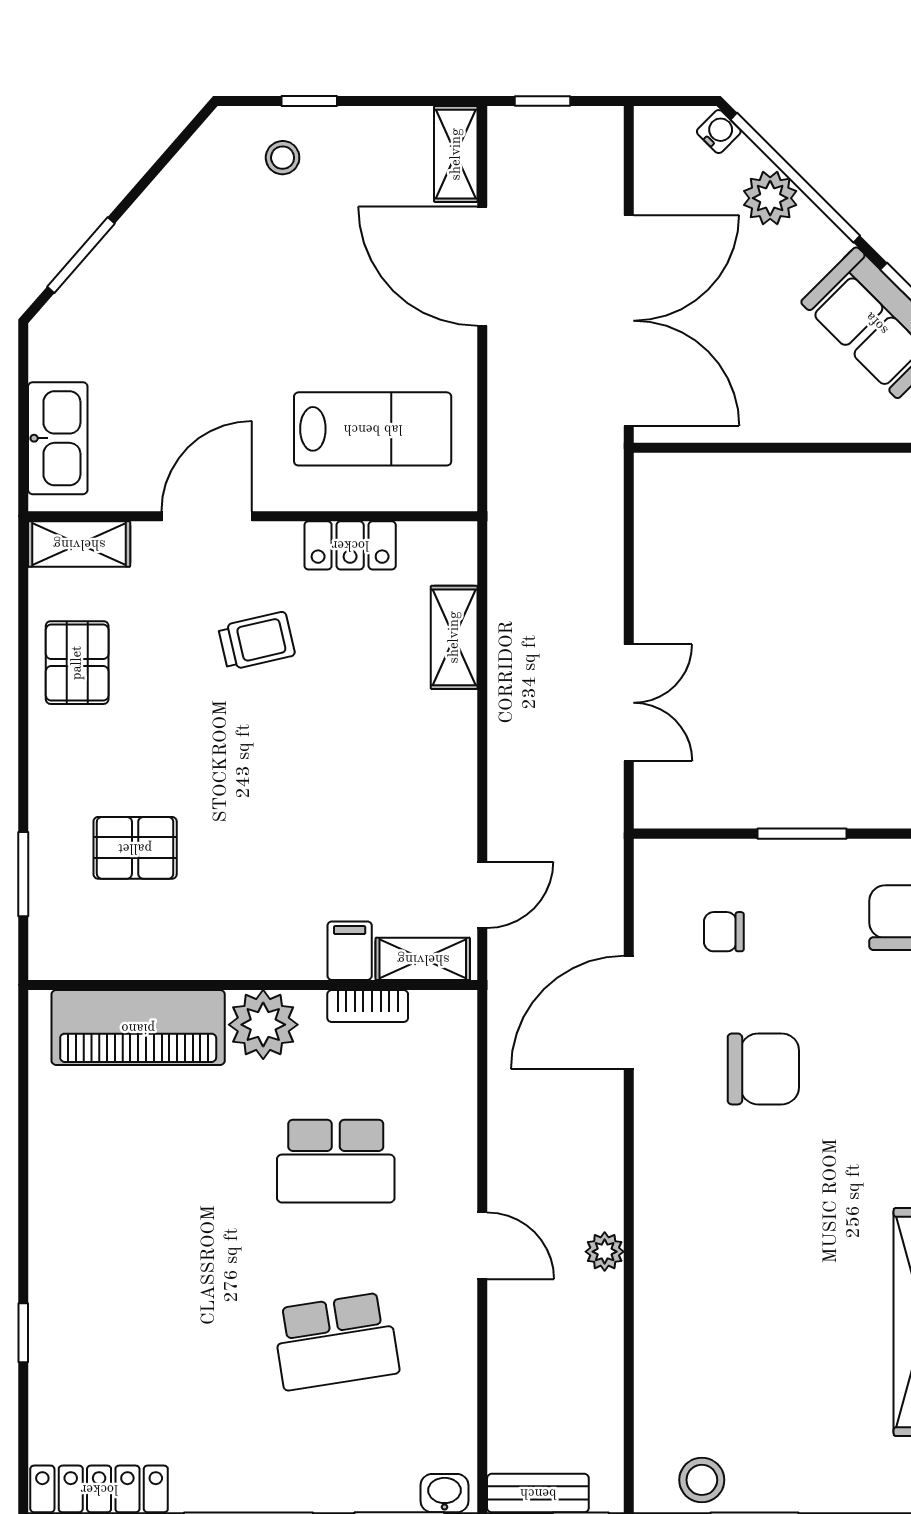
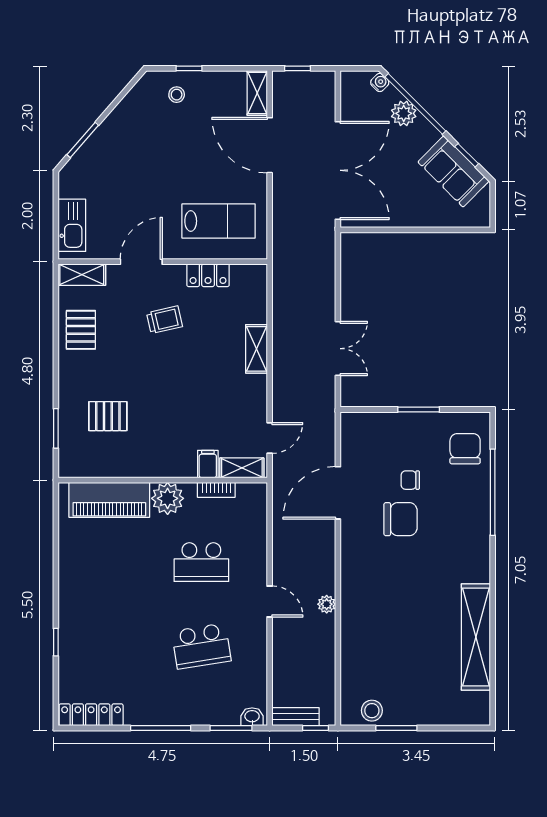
shelving: (454, 637) -> (256, 349), moved
chair: (724, 932) -> (410, 480), moved

